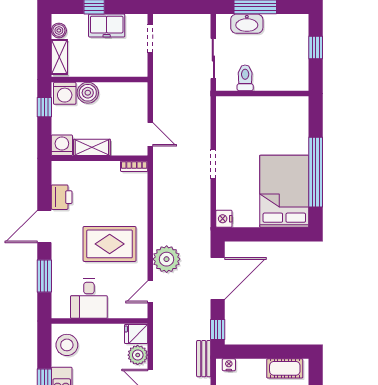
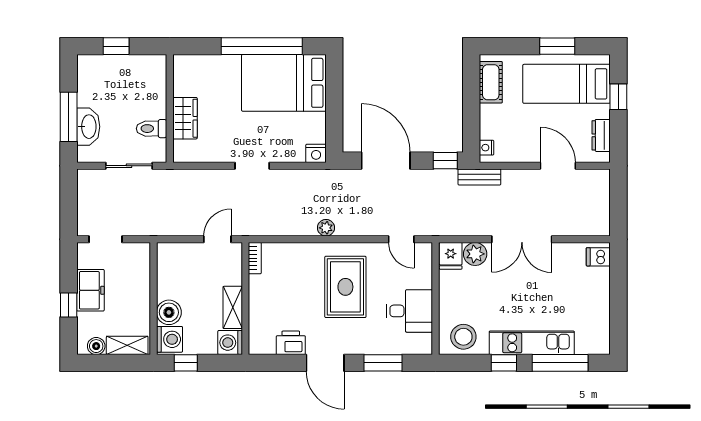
wardrobe: (254, 107) -> (185, 118), added
plant: (167, 259) -> (326, 228), moved, width x0.53, depth x0.53

